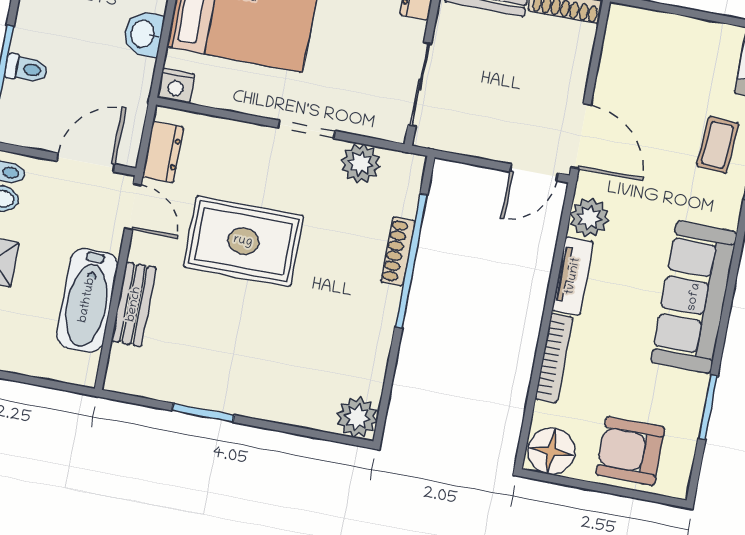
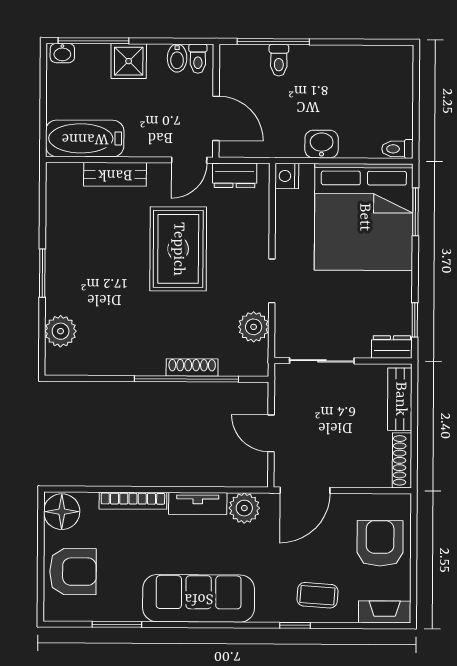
armchair: (666, 53) -> (380, 543), added
door: (534, 172) -> (271, 433), moved
bathtub: (87, 300) -> (85, 138), moved
window: (203, 413) -> (42, 273), moved
plant: (357, 417) -> (61, 331), moved
armchair: (630, 451) -> (73, 572), turned 90

